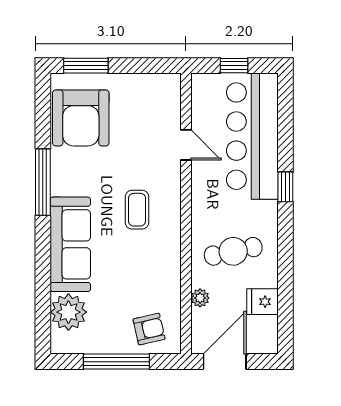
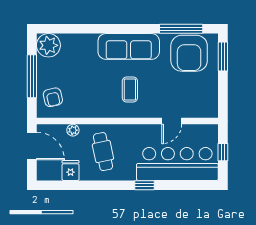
armchair: (81, 118) -> (189, 53), turned -90
window: (43, 182) -> (181, 29), moved
coffee table: (137, 210) -> (130, 89), turned 90
sofa: (70, 244) -> (129, 46), moved
plant: (68, 312) -> (48, 45), moved

